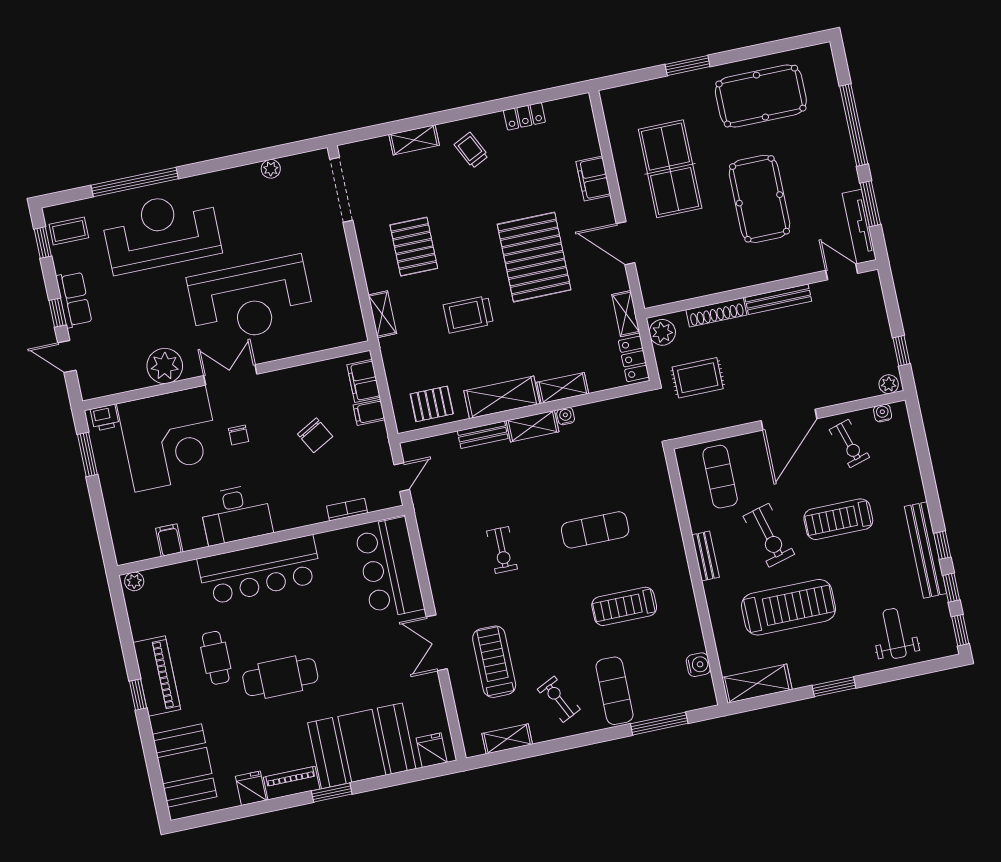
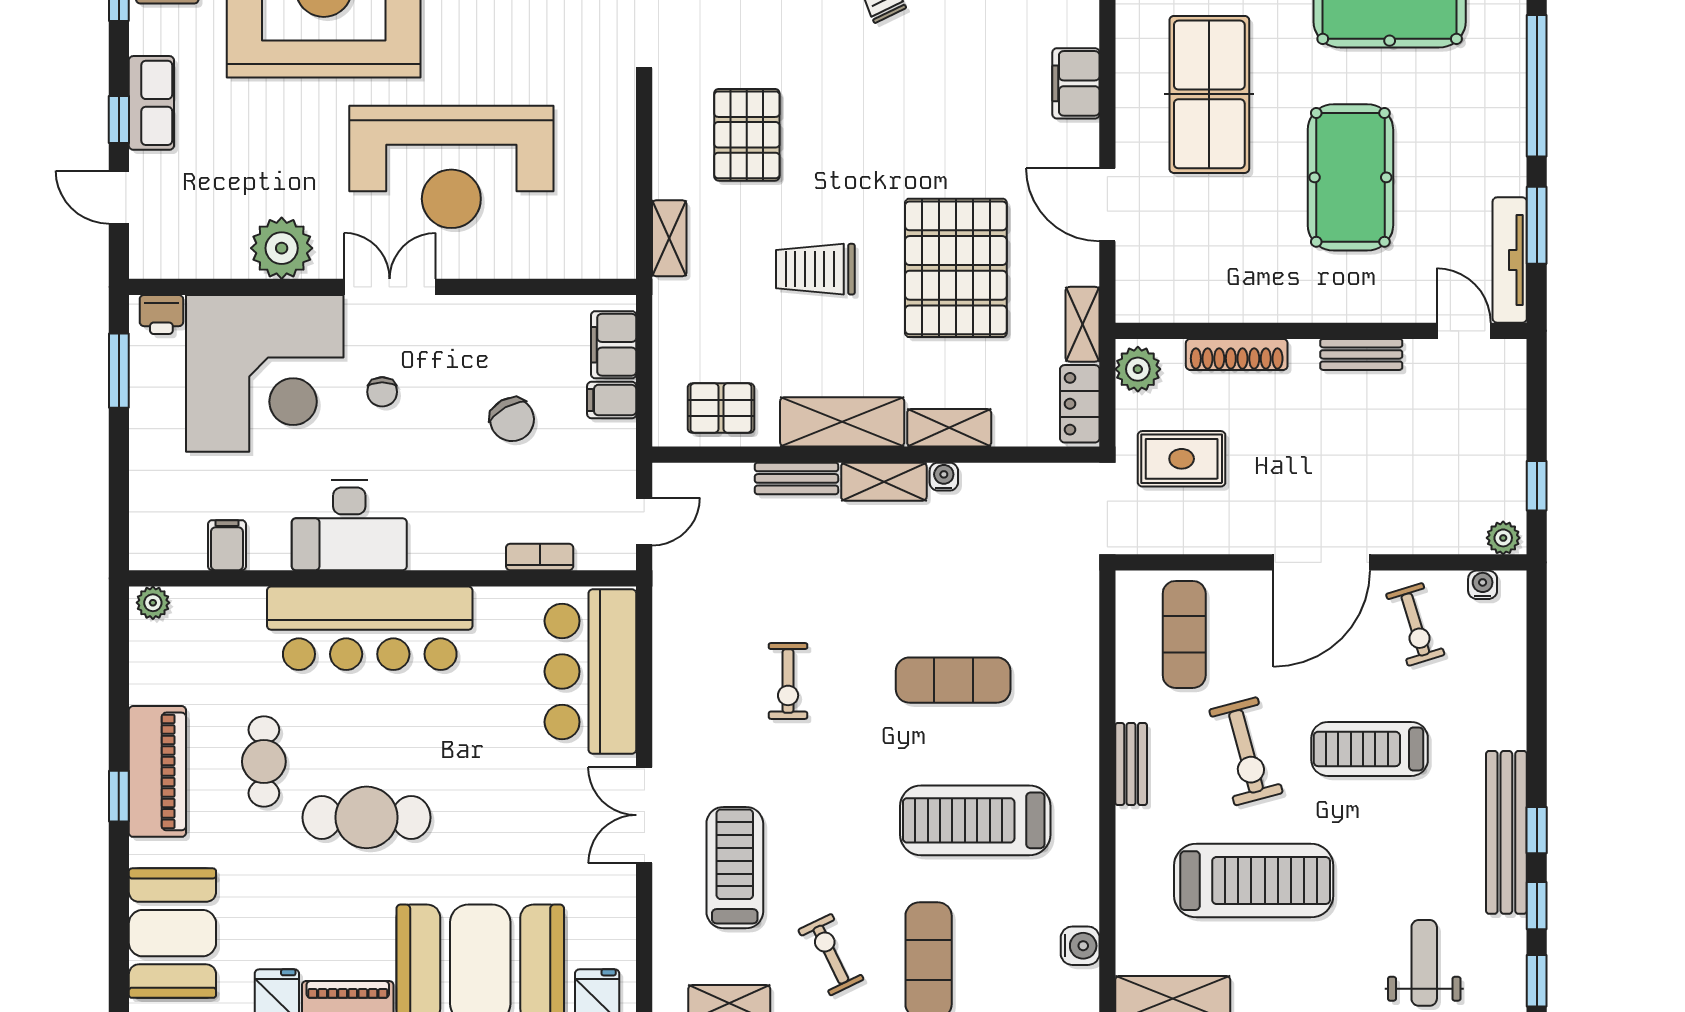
pallet: (534, 257) -> (956, 268), moved
bench: (778, 299) -> (1361, 354), width x0.73
treadmill: (624, 606) -> (975, 820), width x1.37, depth x1.38

